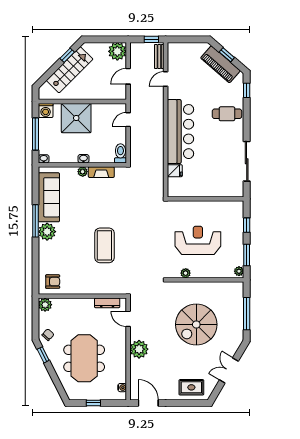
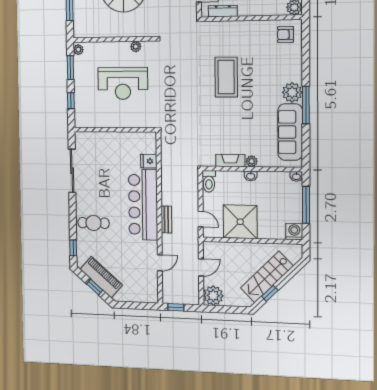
bench: (159, 56) -> (166, 219), moved
shower: (76, 118) -> (240, 222), moved
door: (128, 120) -> (201, 219), hinge flipped

